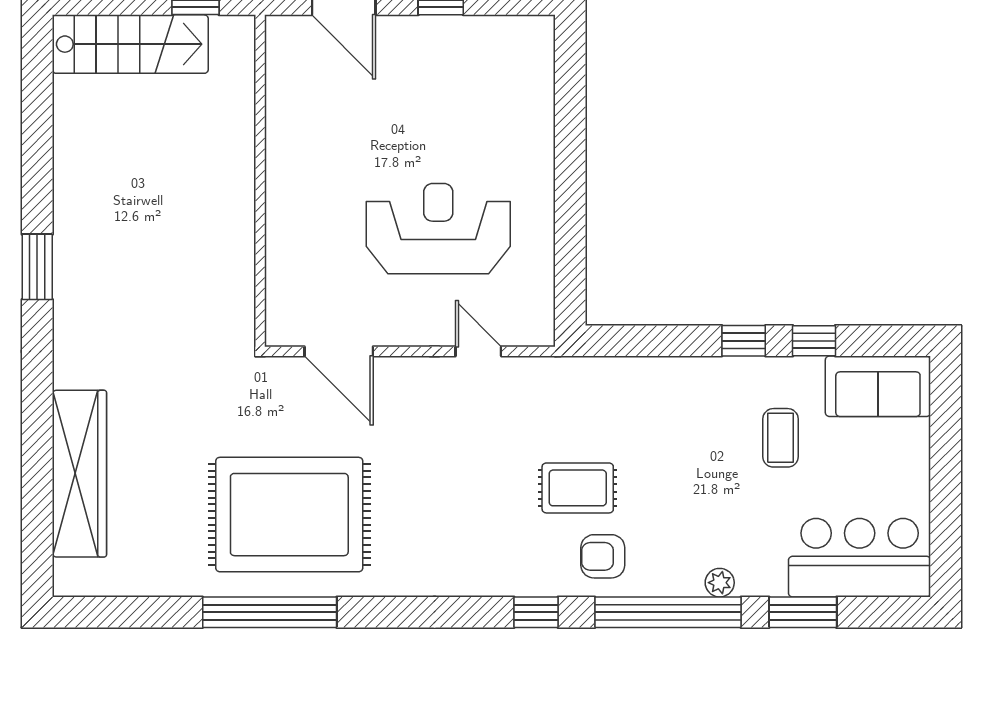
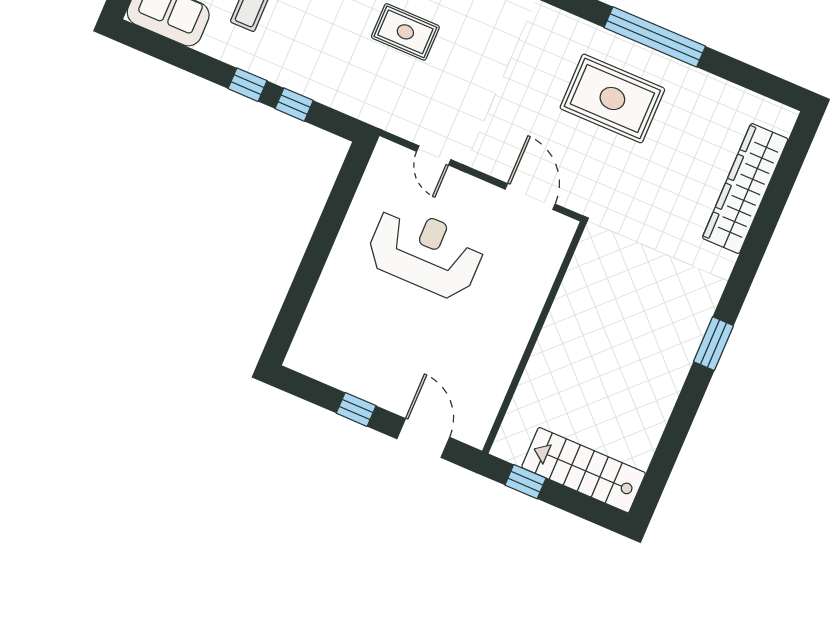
reception desk: (438, 229) -> (425, 252), turned 180
window: (814, 341) -> (294, 105), moved
rug: (289, 515) -> (612, 98), width x0.73, depth x0.69

